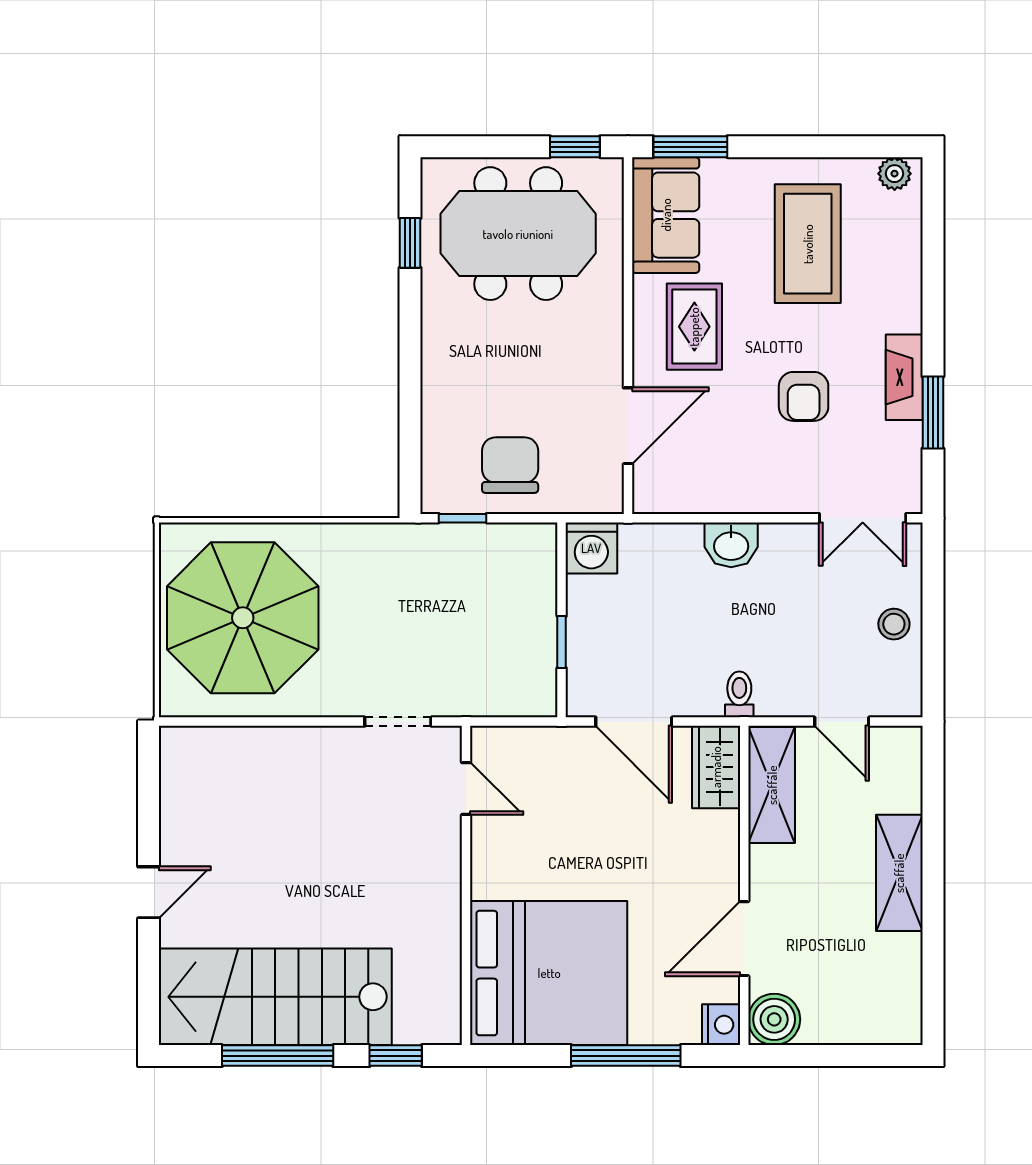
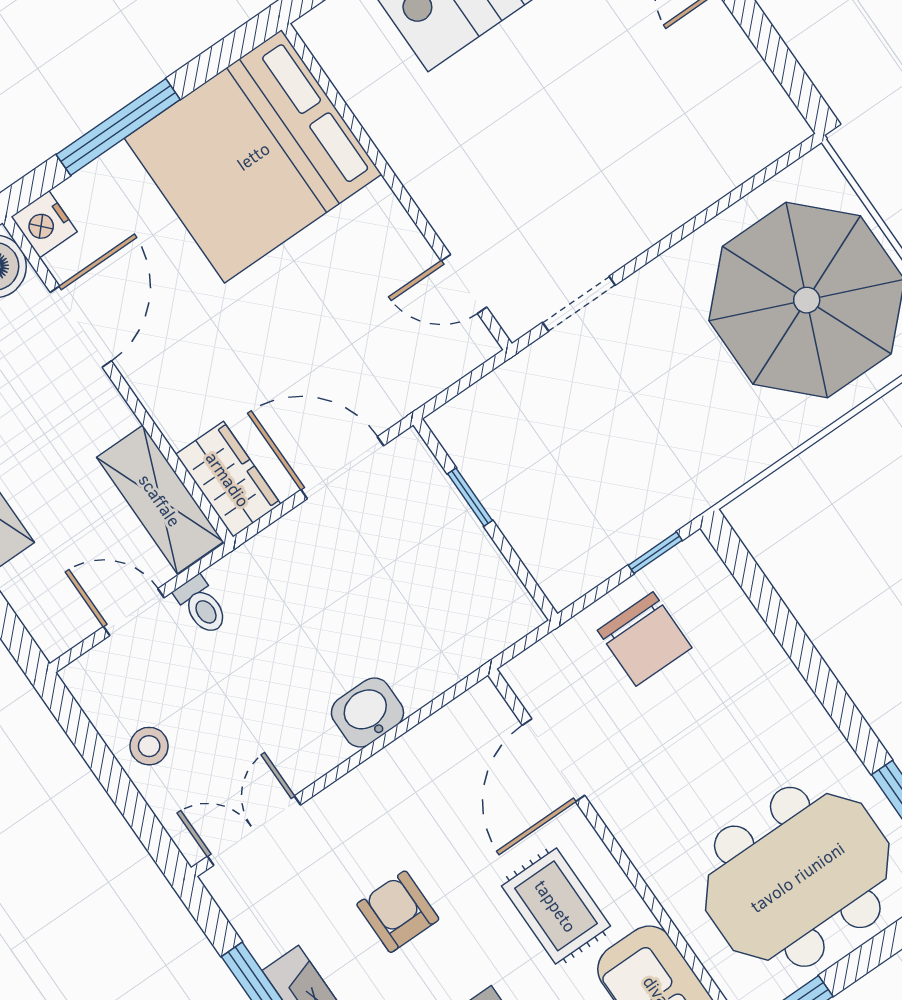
washing machine: (591, 548) -> (505, 612), removed
toilet: (739, 694) -> (202, 605), moved

